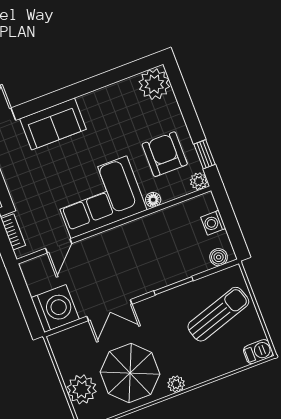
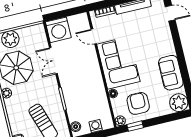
sofa: (53, 124) -> (171, 73), moved
armchair: (165, 154) -> (138, 103), turned -90

